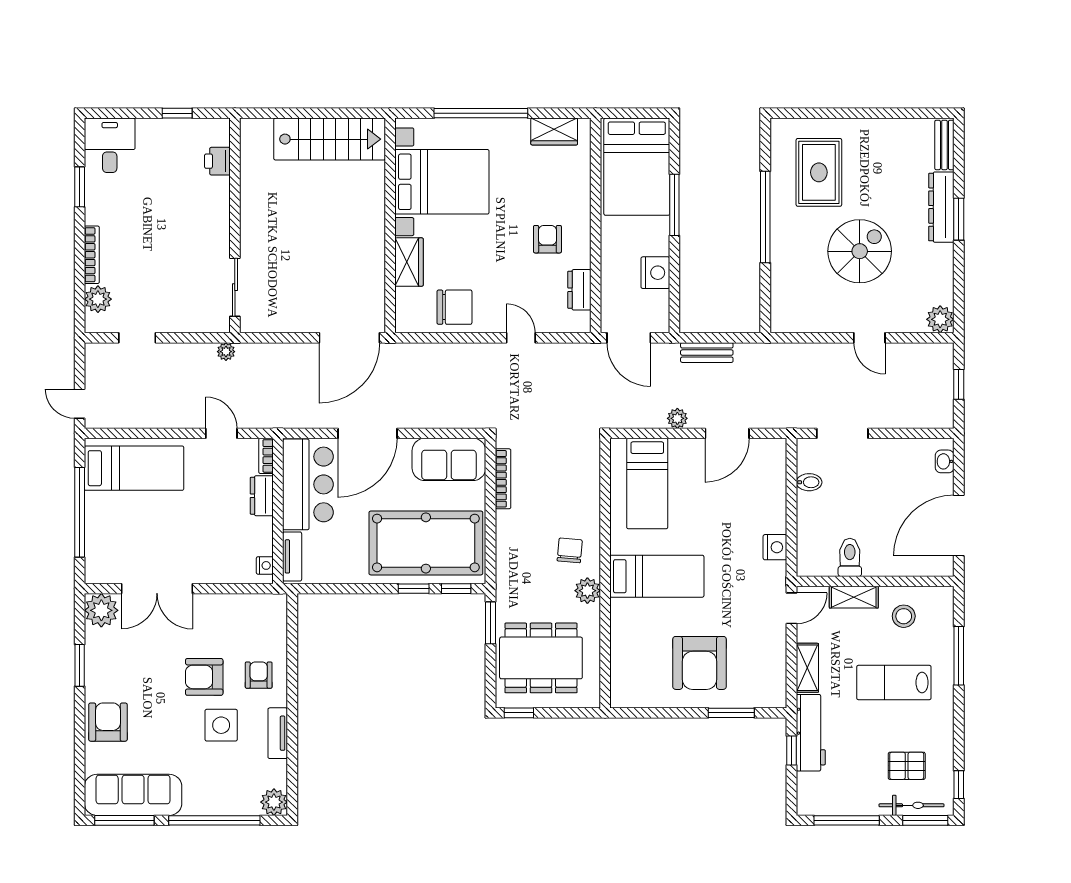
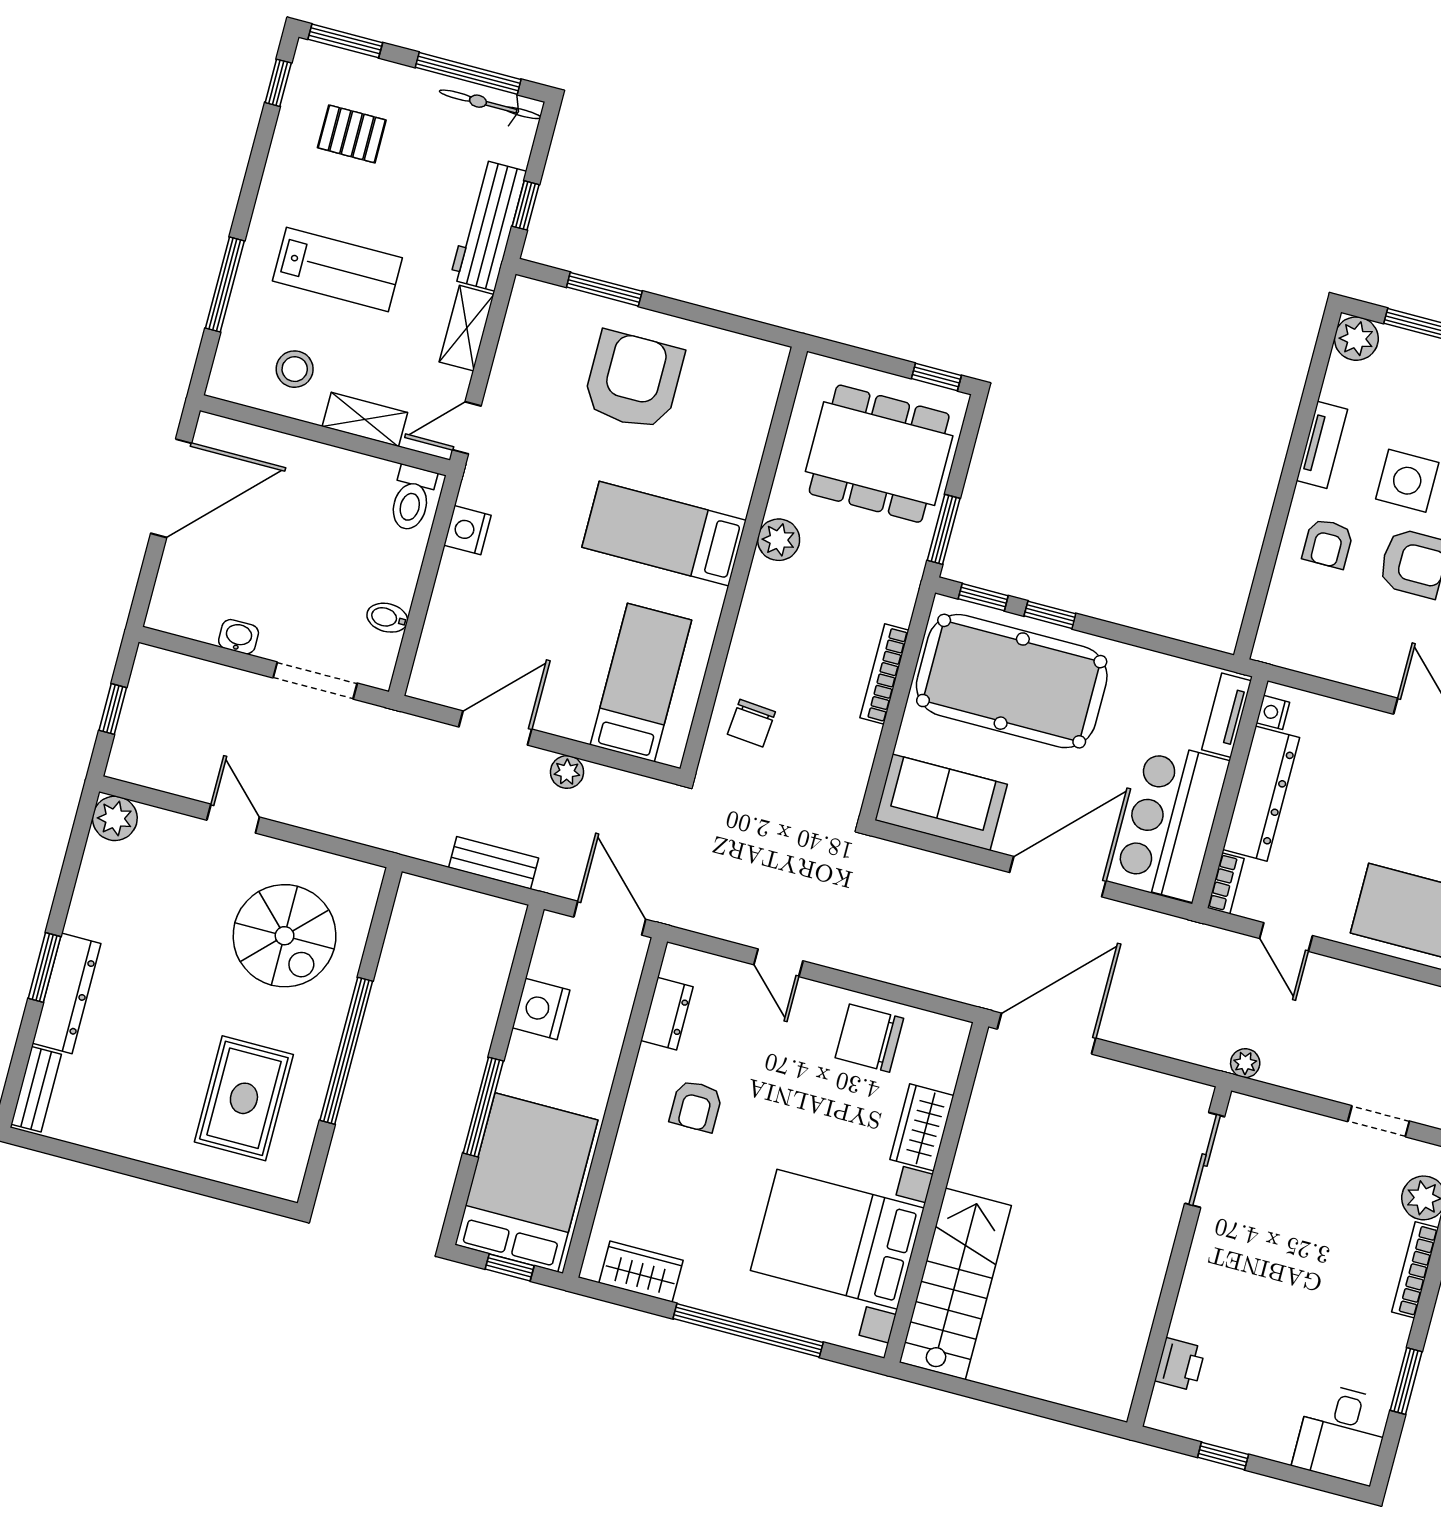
window: (633, 113) -> (510, 1267), added
stairs: (330, 139) -> (955, 1284), moved, turned 90
spiral stairs: (860, 251) -> (285, 936), moved, turned -90
washbasin: (945, 461) -> (239, 637), moved, turned -90
bookcase: (503, 479) -> (884, 674), moved
dresser: (262, 496) -> (1261, 794), width x1.96, depth x1.24
chair: (570, 550) -> (751, 723), moved
toilet: (850, 557) -> (412, 498), moved
bicycle: (911, 805) -> (490, 104), moved

